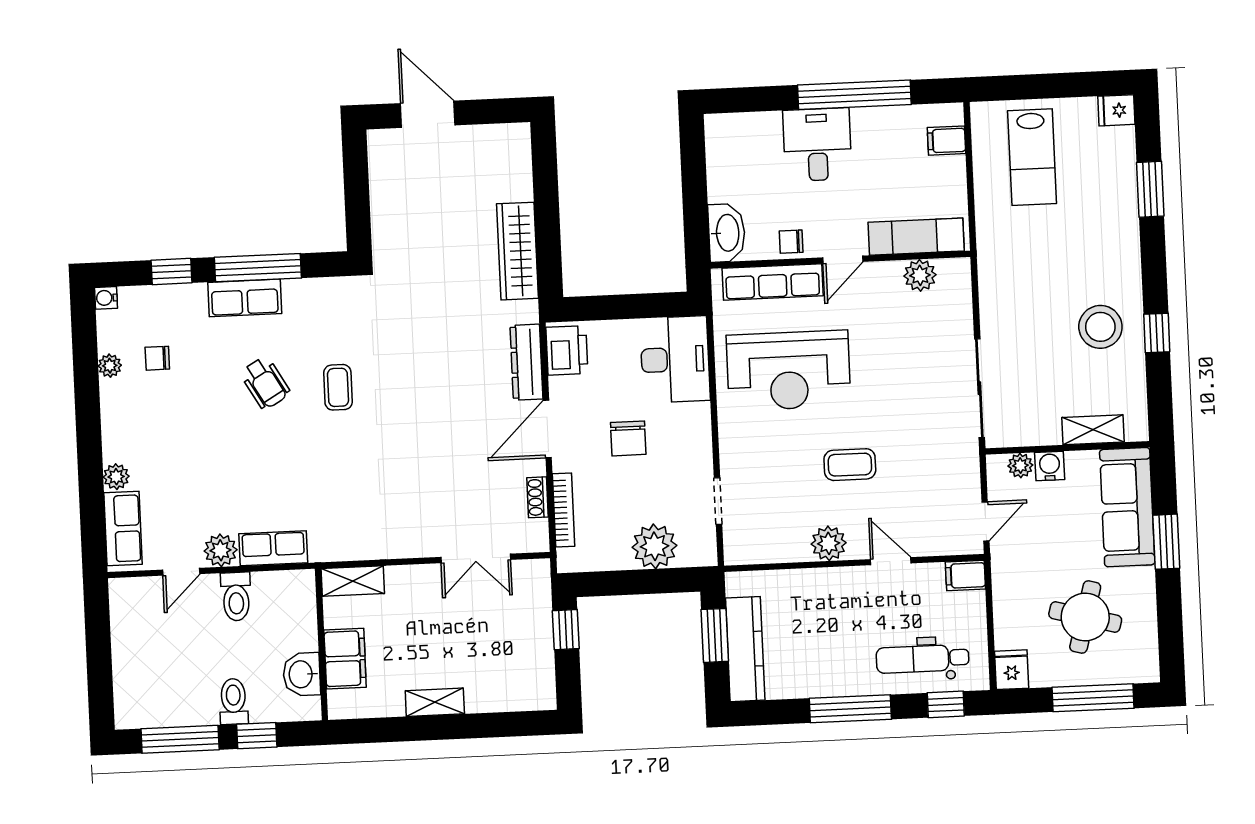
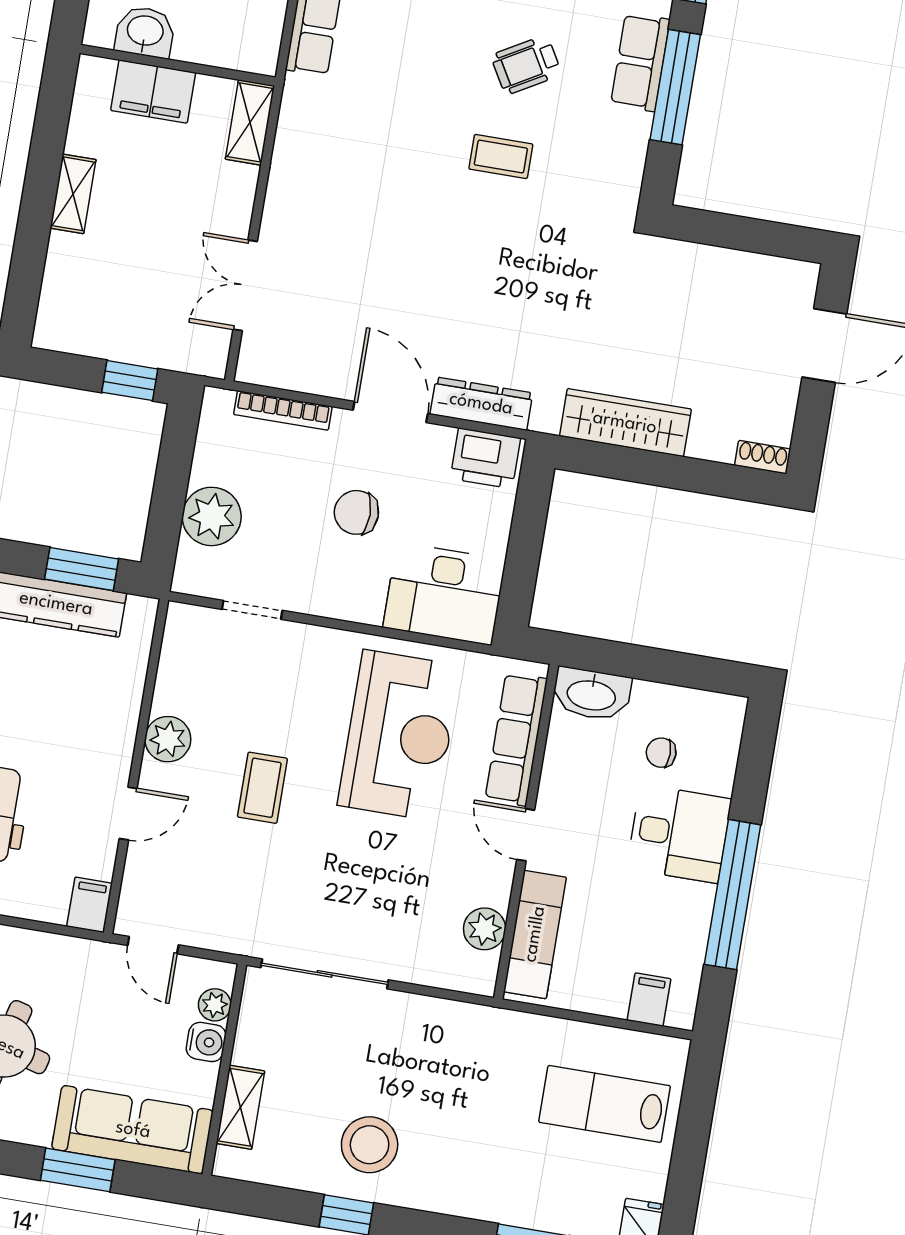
chair: (791, 242) -> (661, 753), moved, turned -90
reception desk: (789, 371) -> (399, 735), turned 180
shoe rack: (538, 497) -> (763, 457), moved

